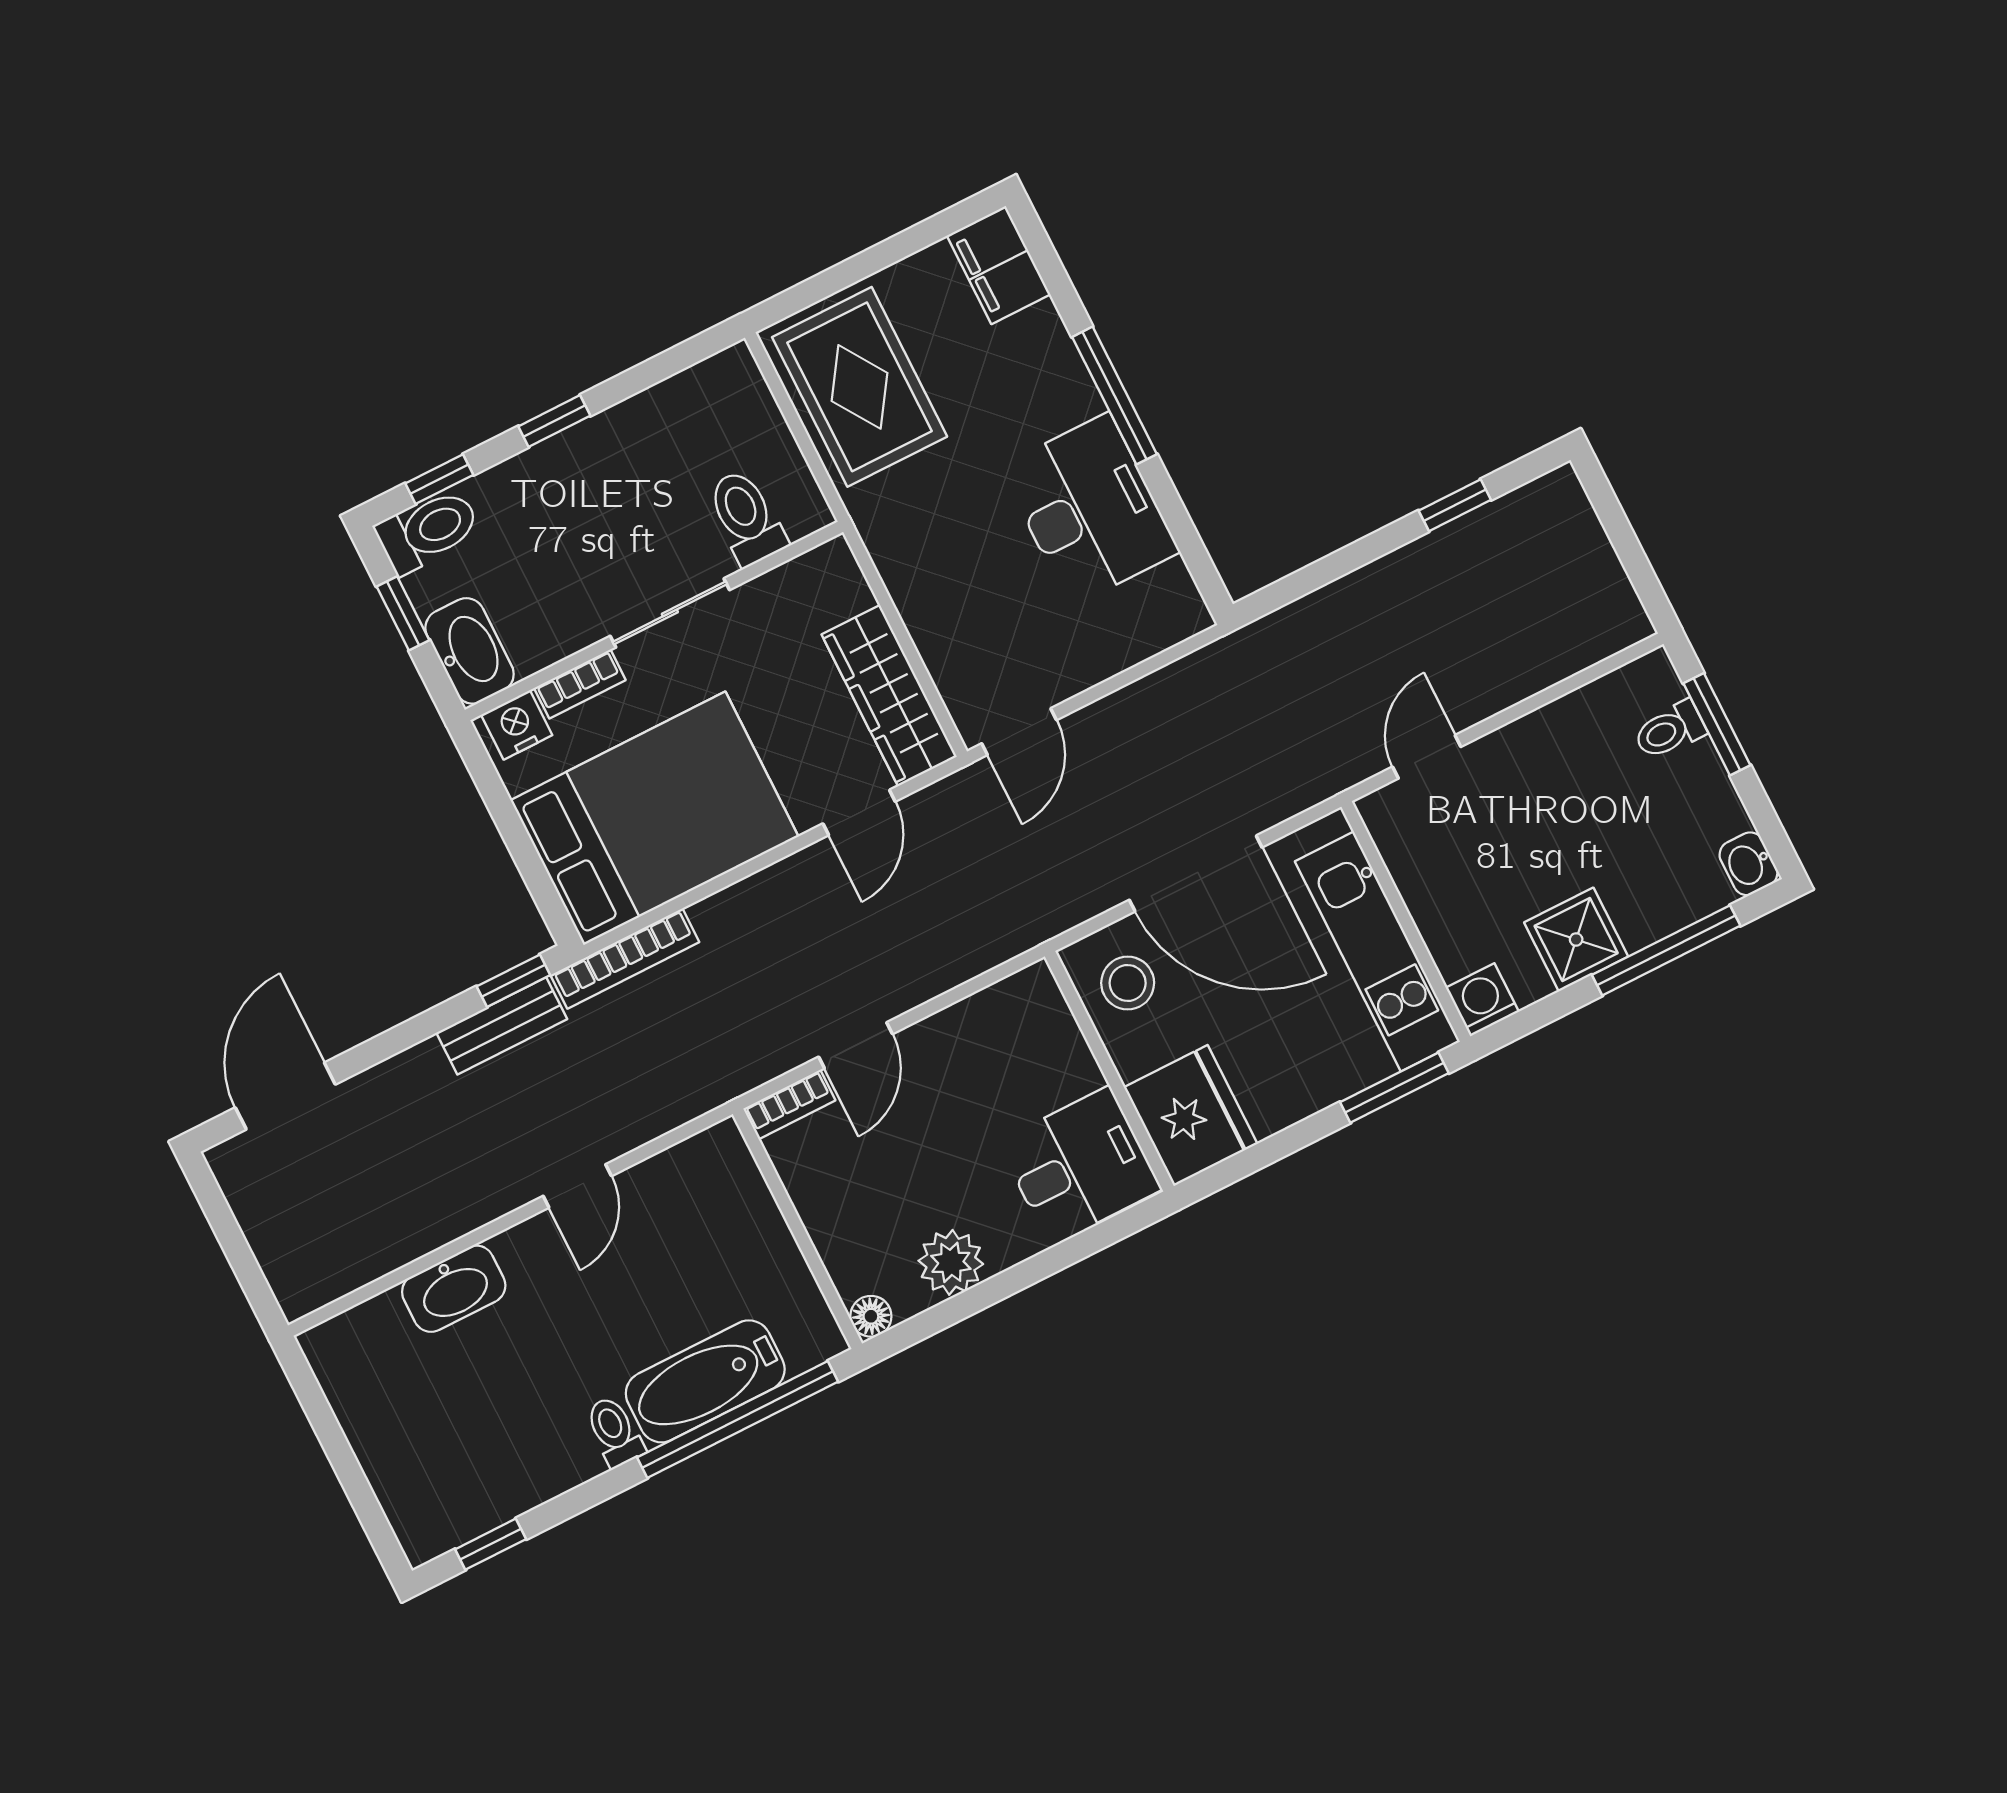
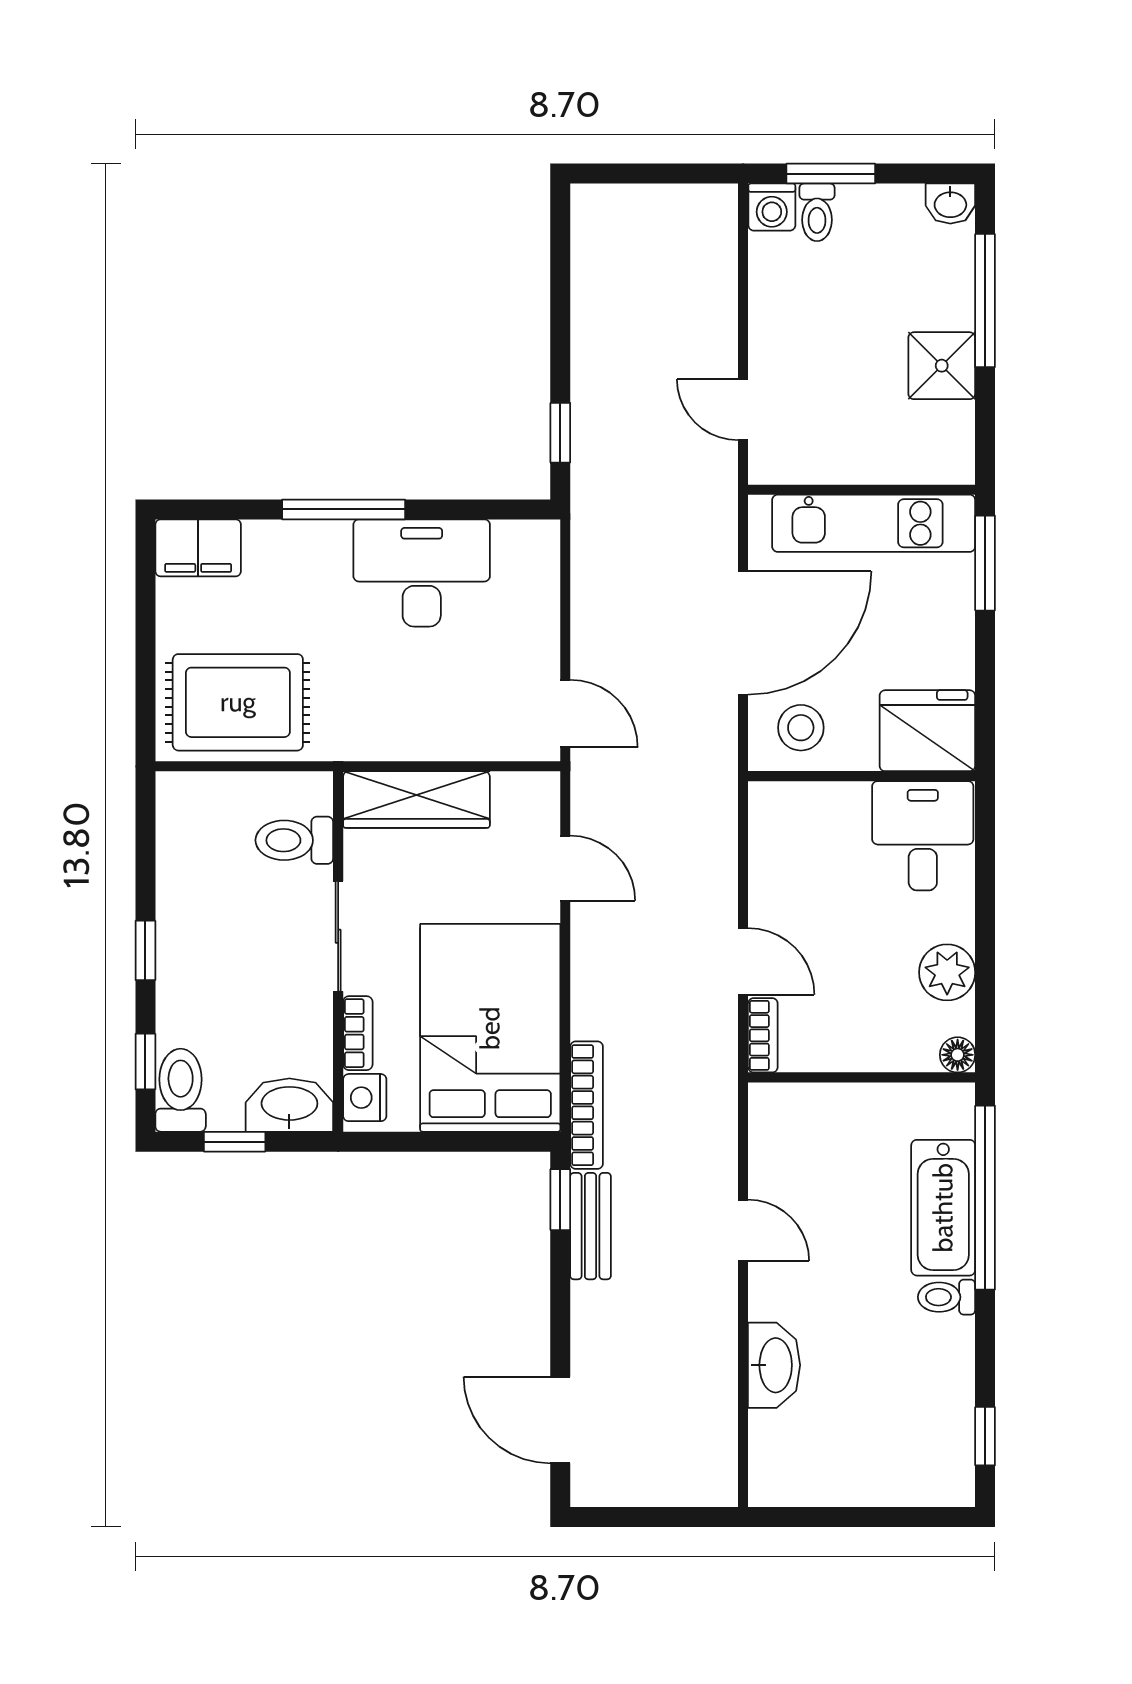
window: (1455, 505) -> (560, 433), moved
wardrobe: (889, 696) -> (416, 800), moved
washing machine: (1482, 1000) -> (772, 207), moved, turned -90

